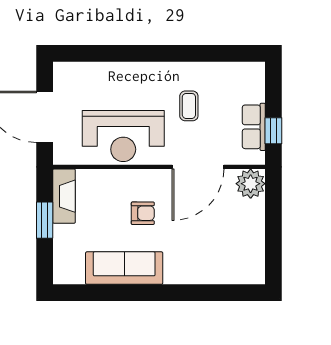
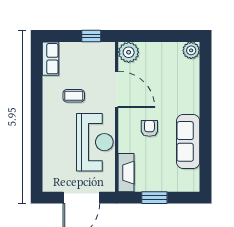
row of seats: (254, 127) -> (50, 59), moved, turned -90
fireplace: (64, 196) -> (126, 173), moved, turned 90
plant: (253, 272) -> (191, 50), added

